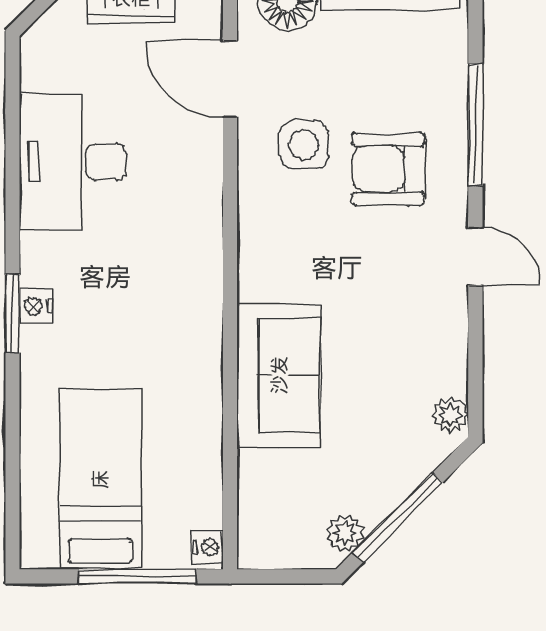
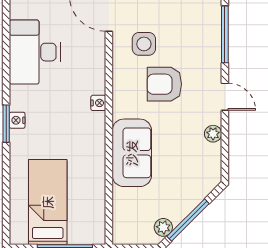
armchair: (389, 169) -> (164, 84), moved
plant: (450, 415) -> (213, 134), moved
nightstand: (208, 547) -> (98, 103), moved

